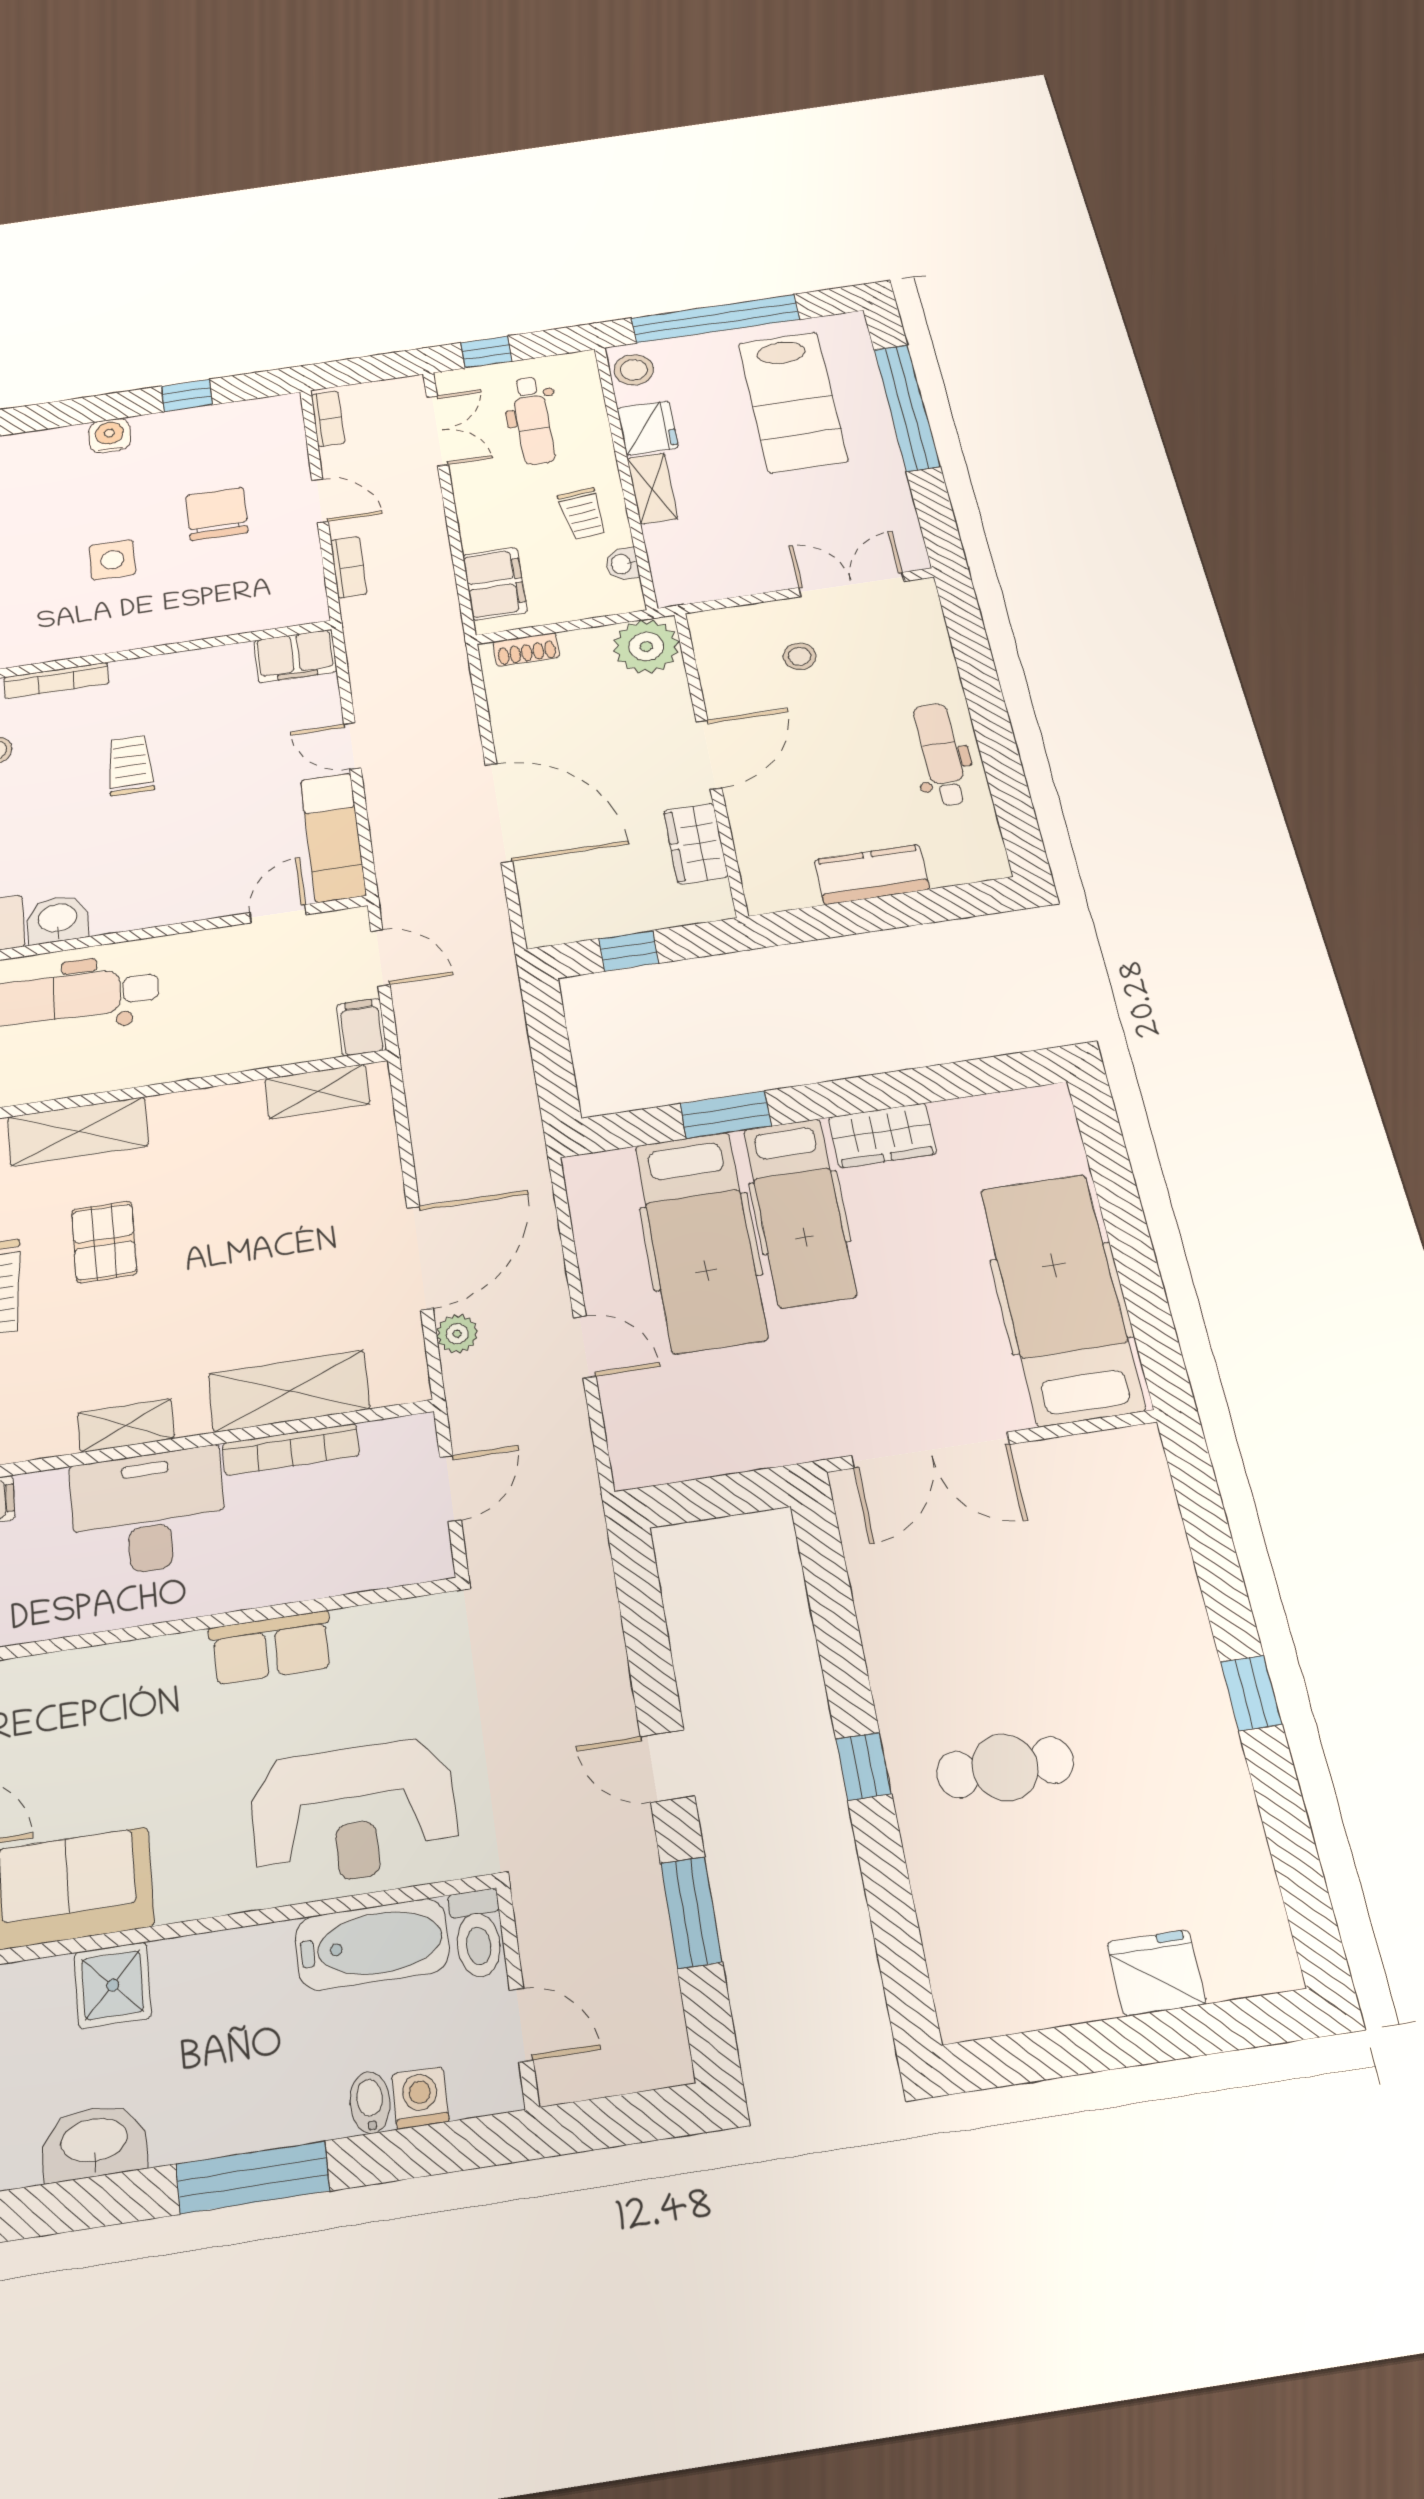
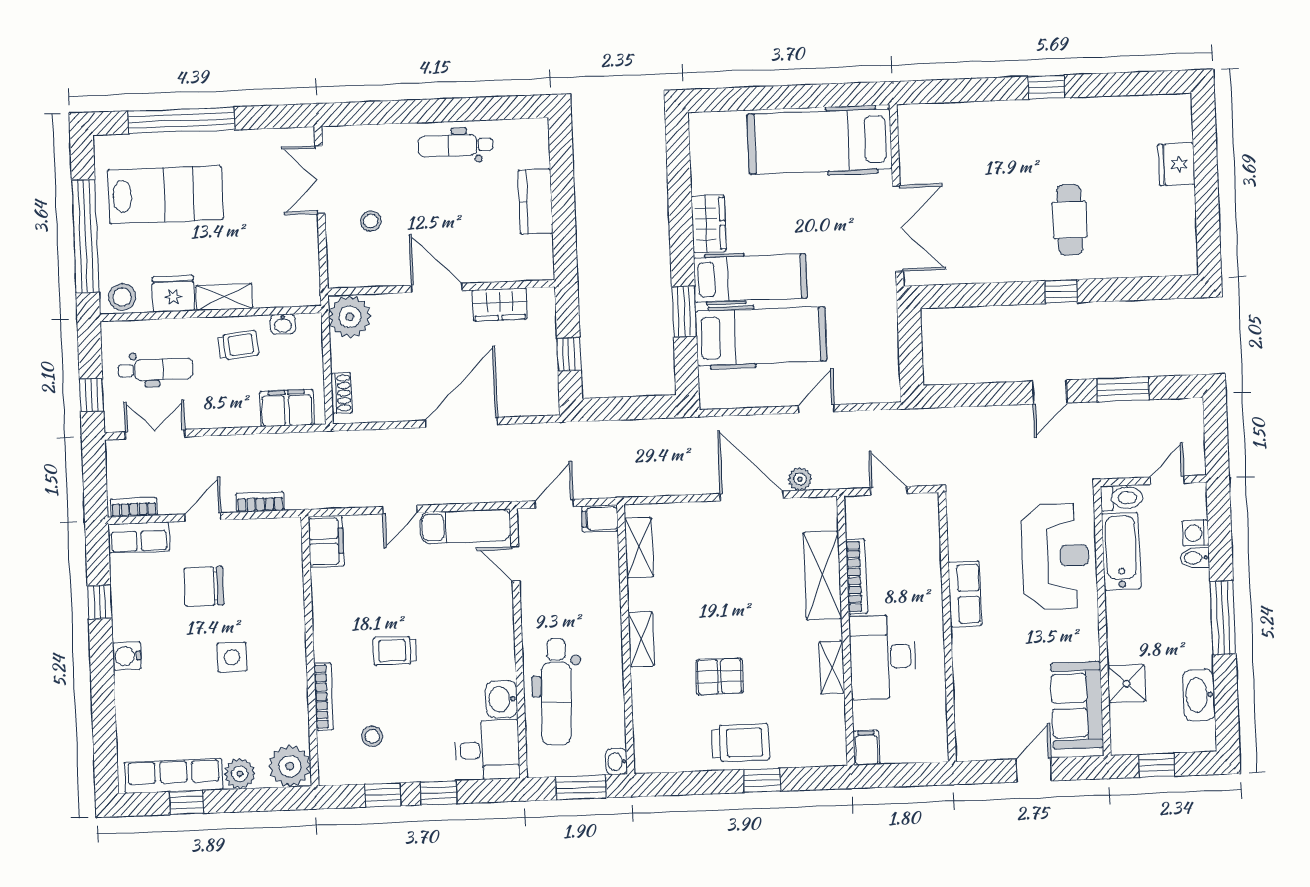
row of seats: (284, 429) -> (139, 538), added
shelving: (78, 1131) -> (641, 639), moved, width x0.67, depth x0.75

